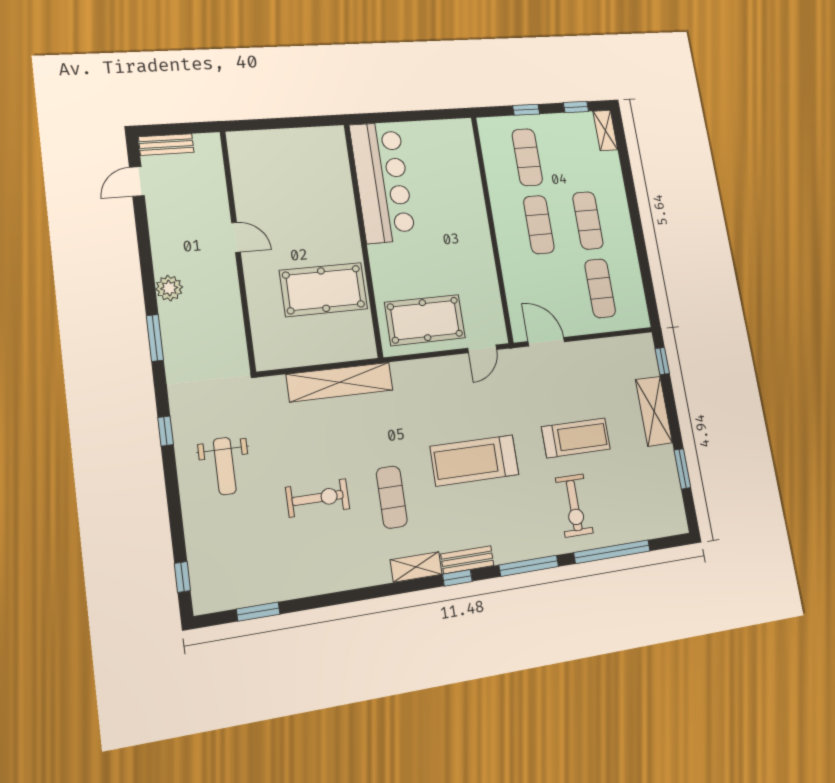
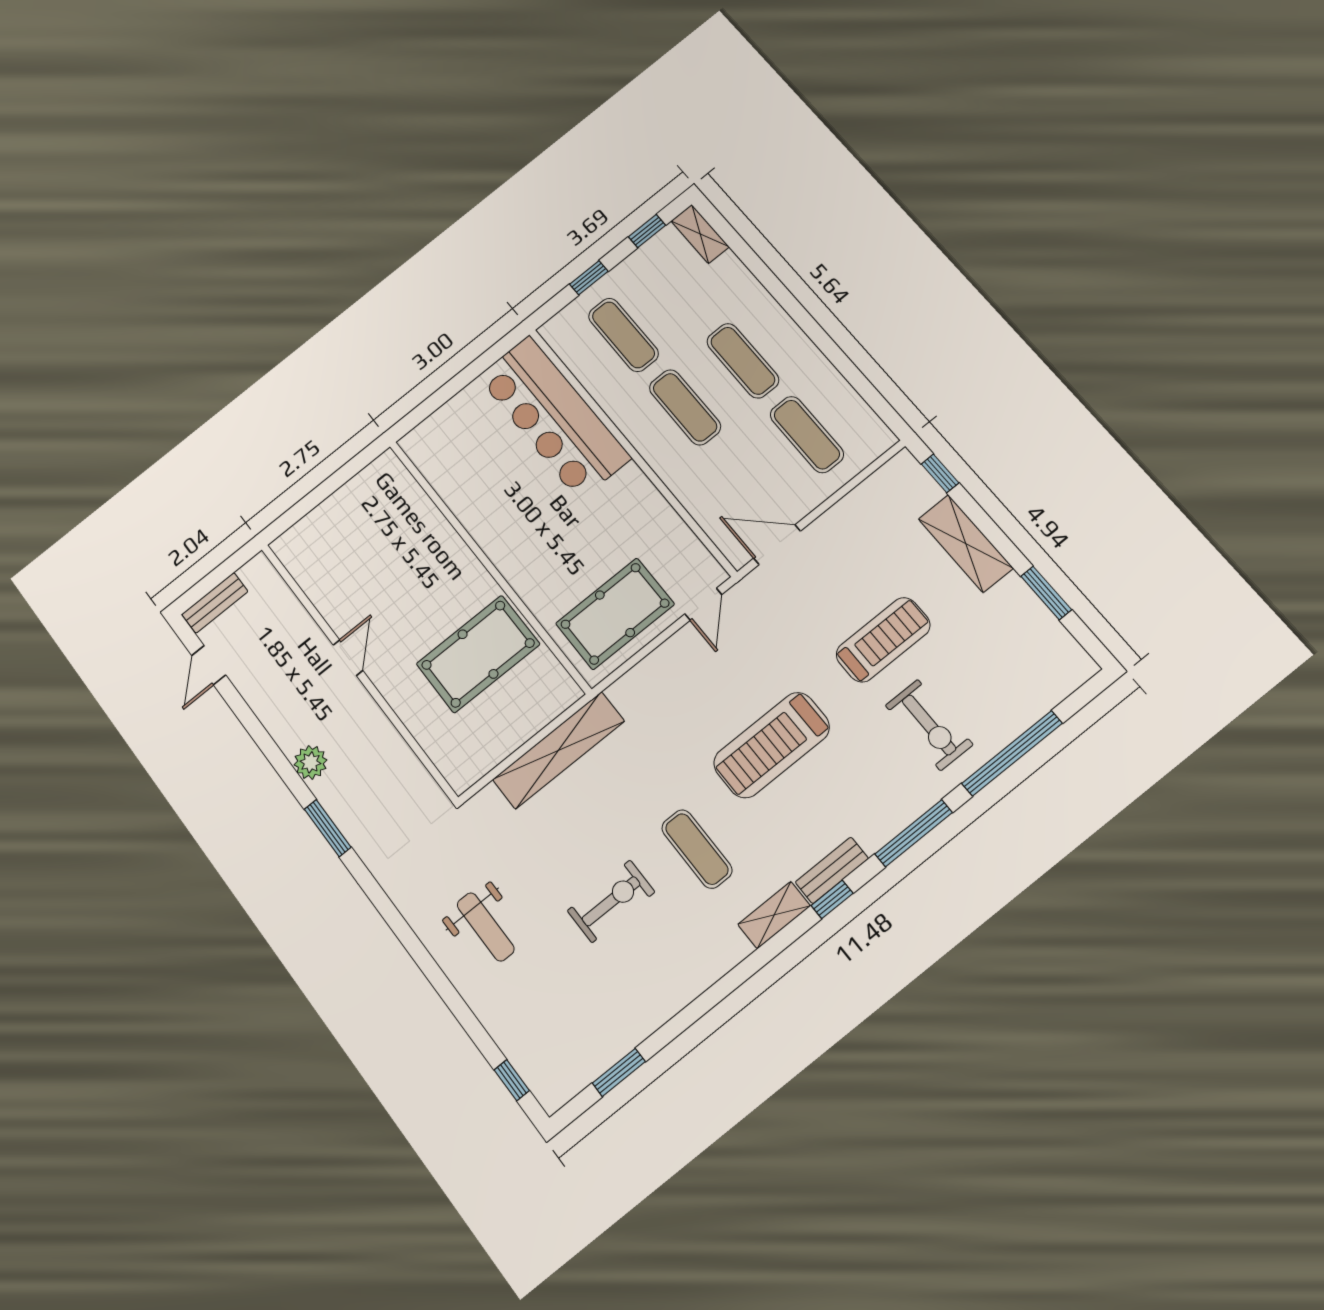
bar counter: (382, 182) -> (554, 417), moved, turned 180
door: (236, 237) -> (348, 658), hinge flipped
window: (166, 431) -> (399, 926), removed

